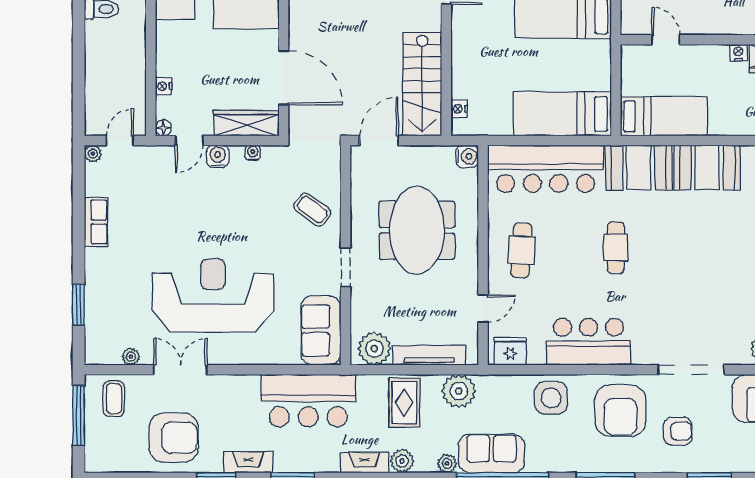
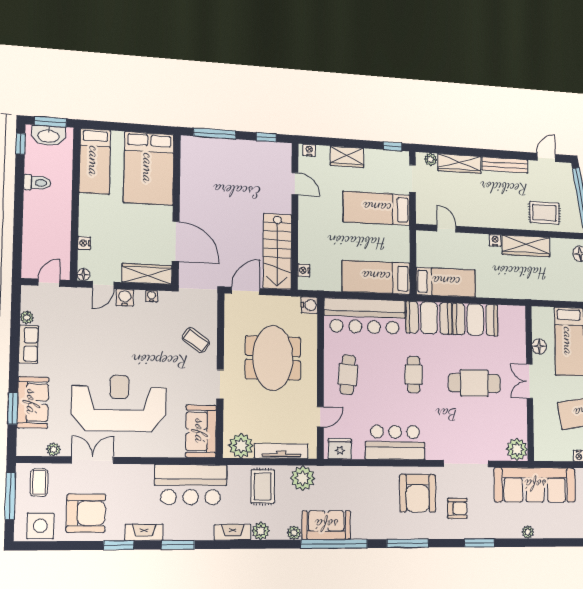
plant: (93, 154) -> (27, 317), moved
cafe table: (705, 257) -> (474, 383), added
sofa: (103, 297) -> (33, 402), added
side table: (551, 398) -> (40, 526), moved

